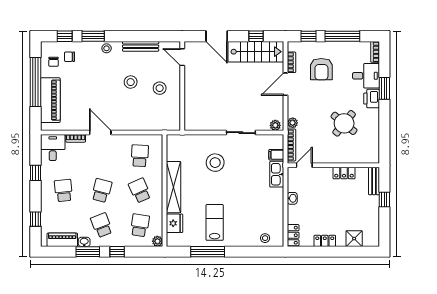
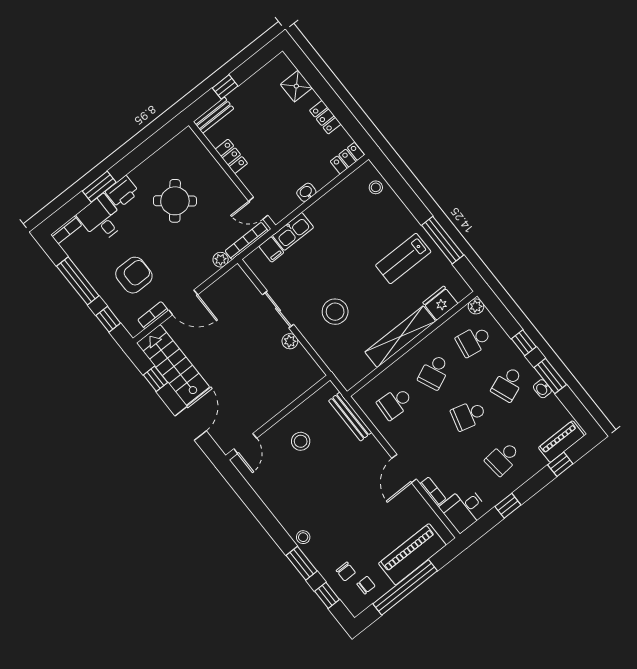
bench: (141, 46) -> (350, 417), moved
stool: (131, 82) -> (320, 480), removed
plant: (275, 125) -> (290, 341), moved
piano: (62, 240) -> (561, 442), moved, turned 90

